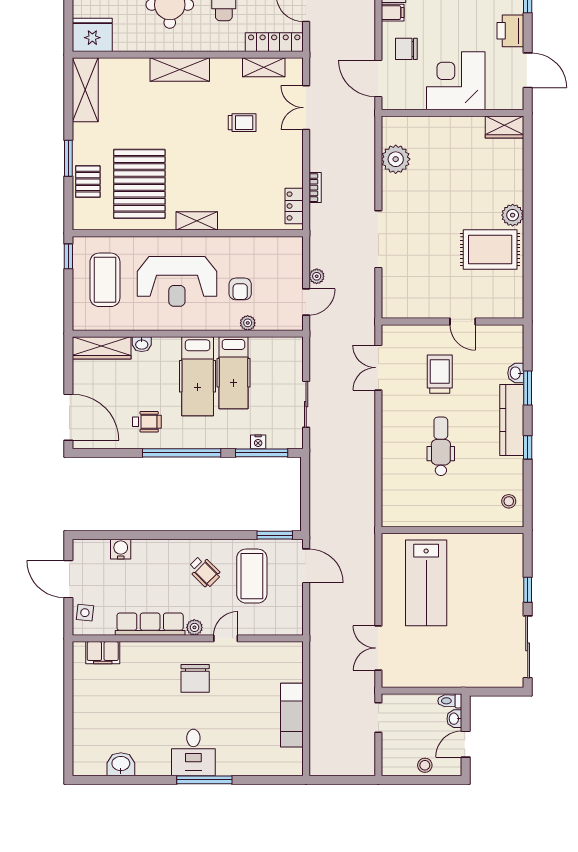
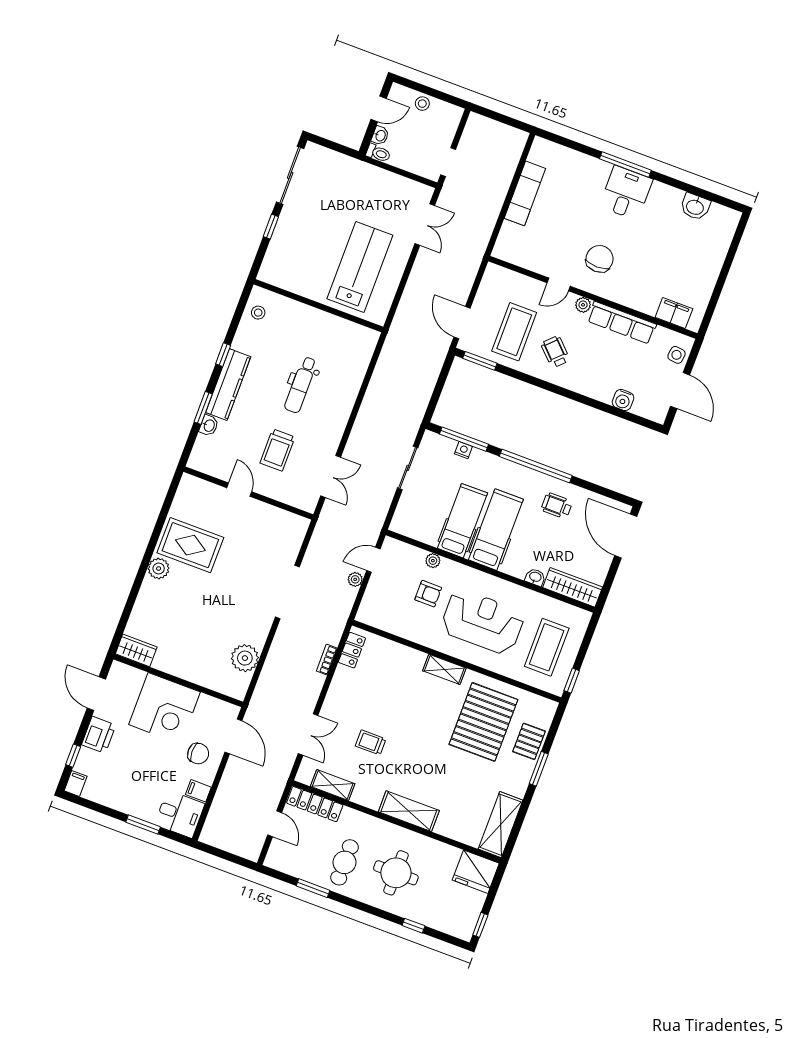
armchair: (240, 289) -> (428, 594), turned 90

